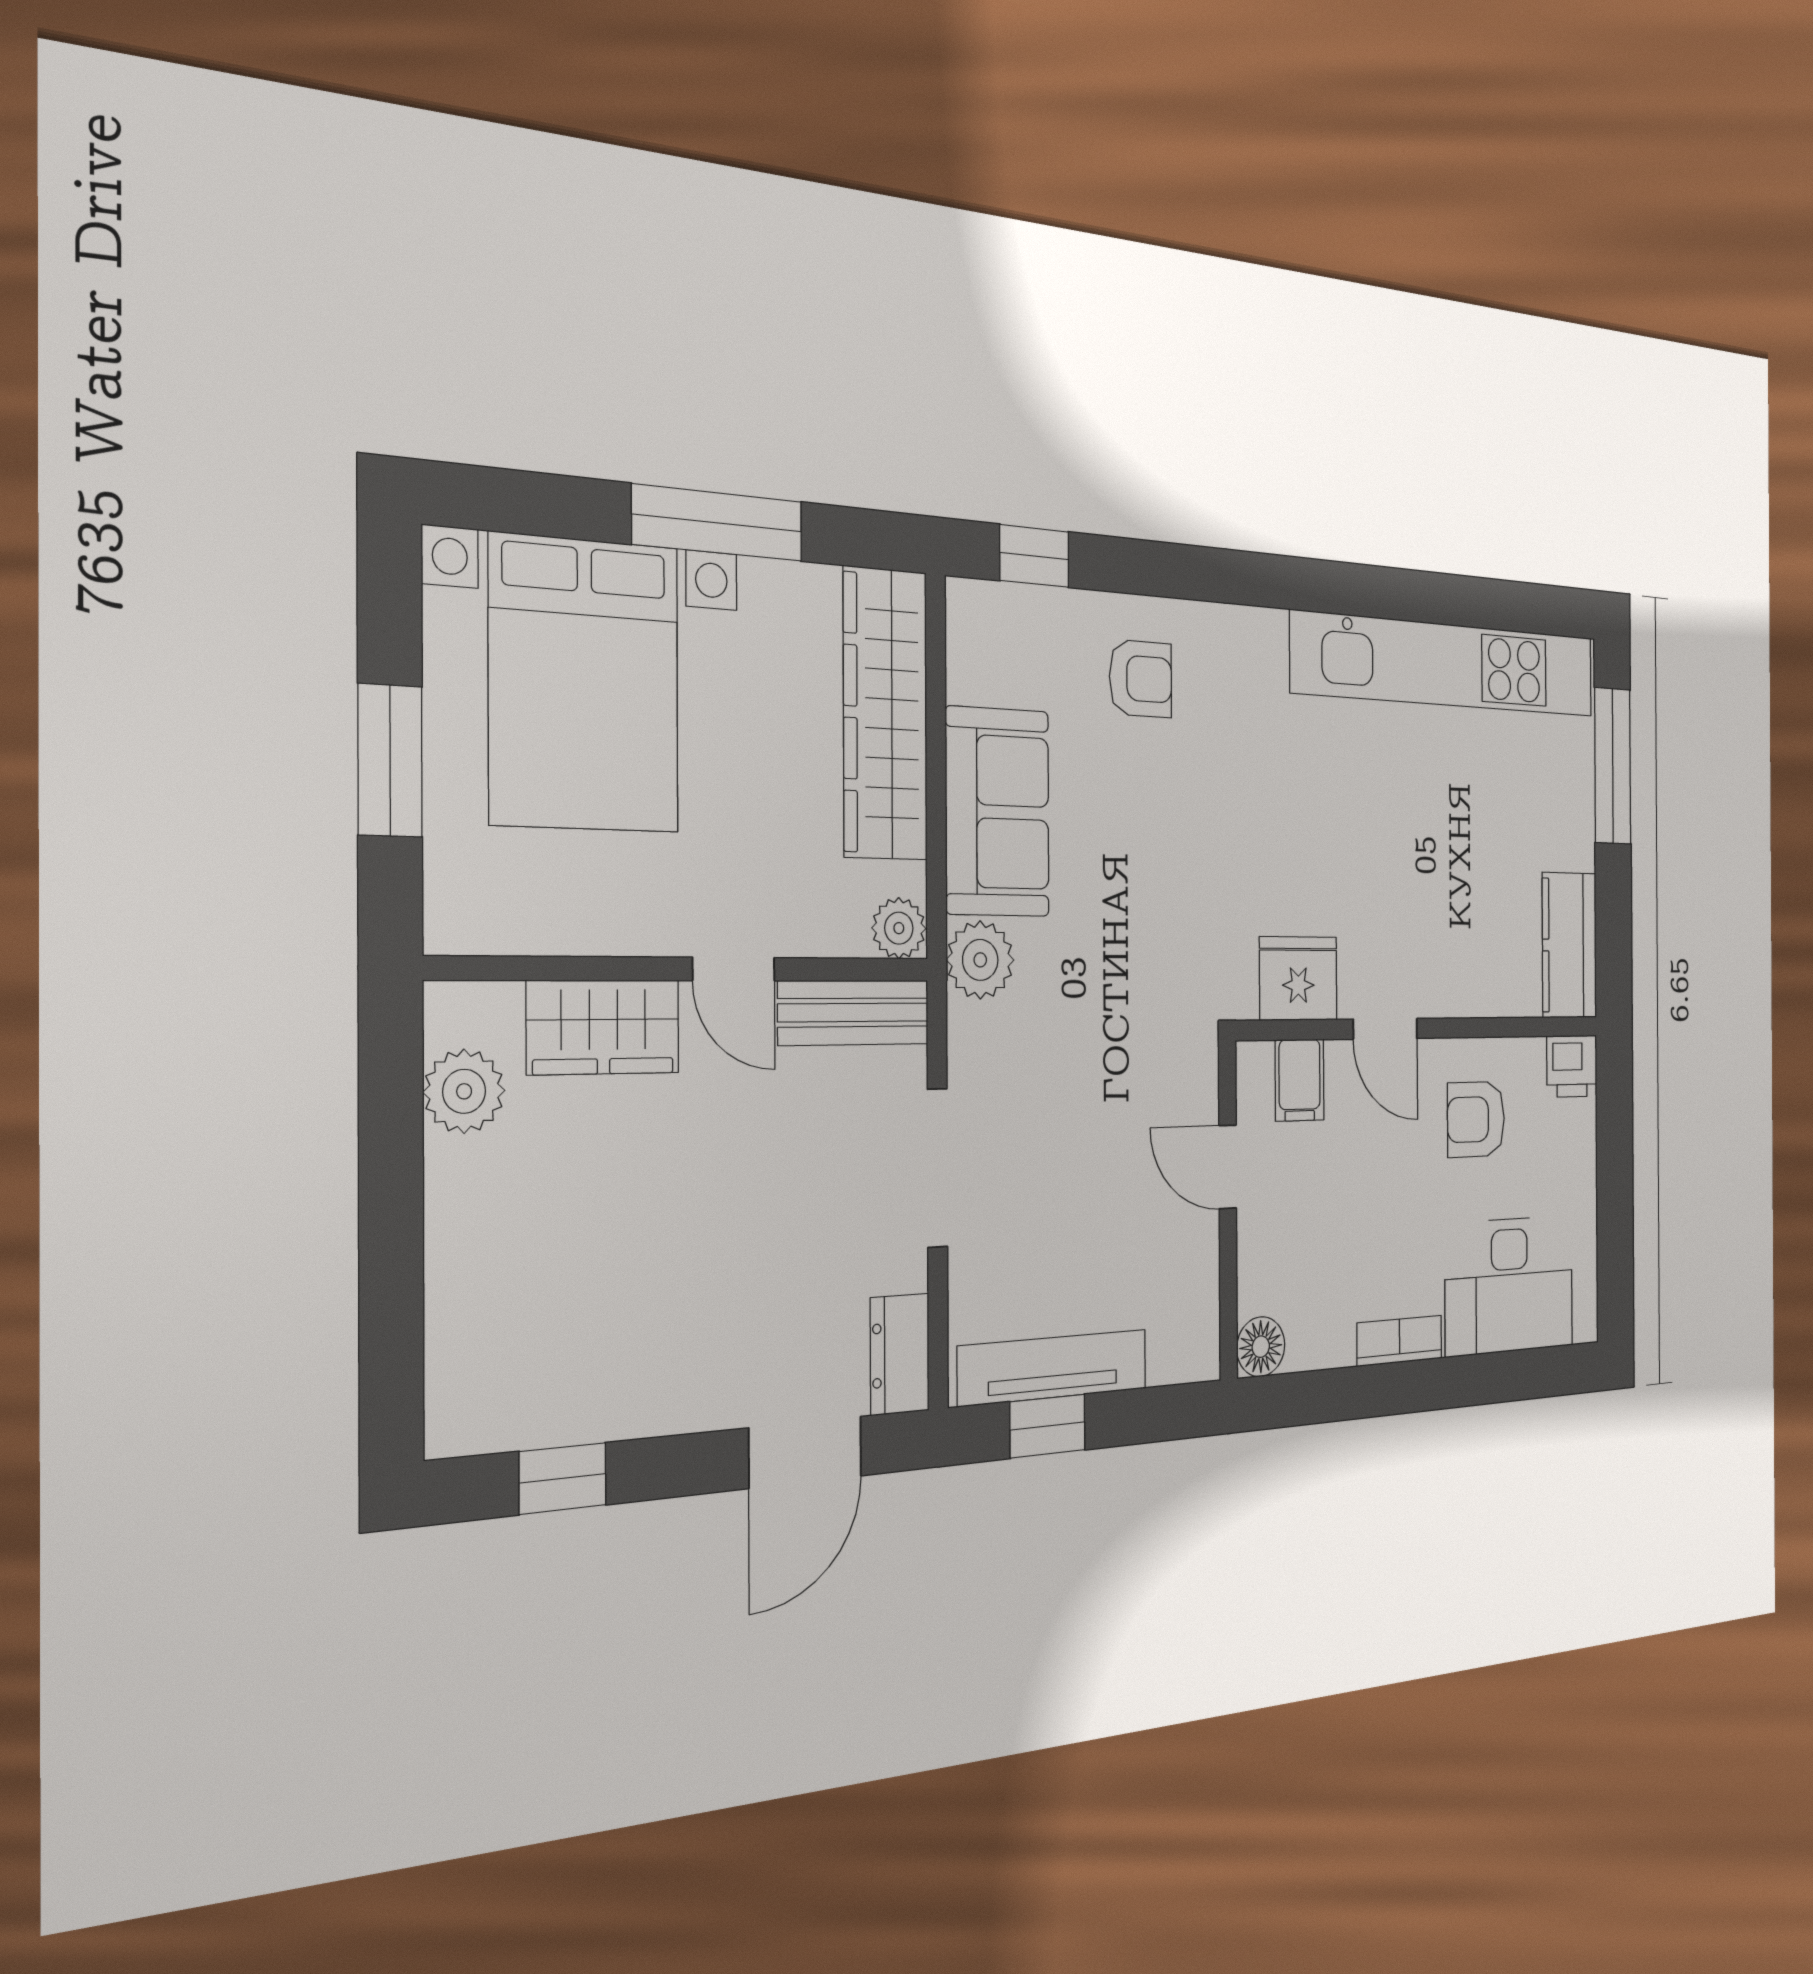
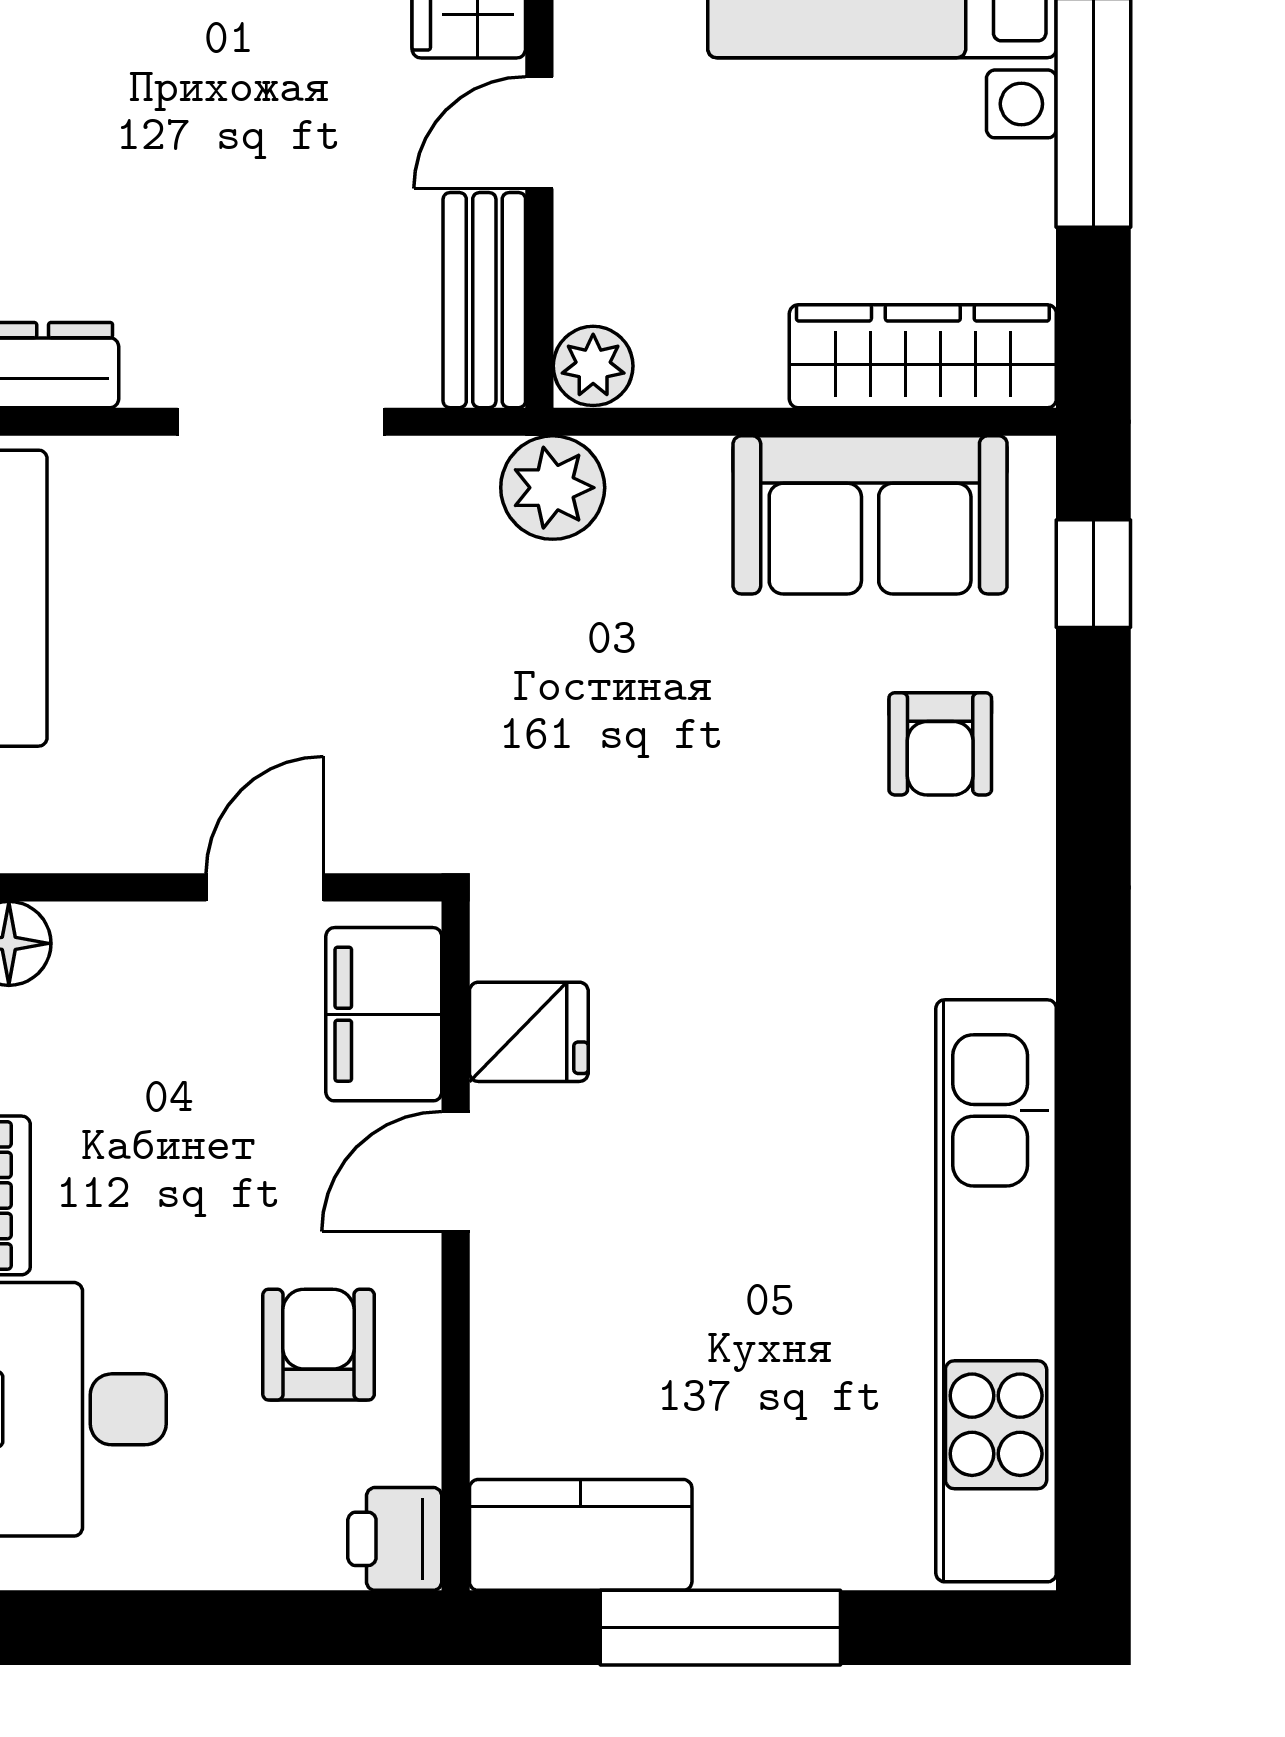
wardrobe: (885, 714) -> (923, 356), width x0.71, depth x0.85
window: (1613, 766) -> (720, 1628), moved
sofa: (998, 812) -> (870, 515), moved
fridge: (1298, 978) -> (529, 1032), width x0.72
filing cabinet: (1300, 1080) -> (384, 1014), width x2.00

